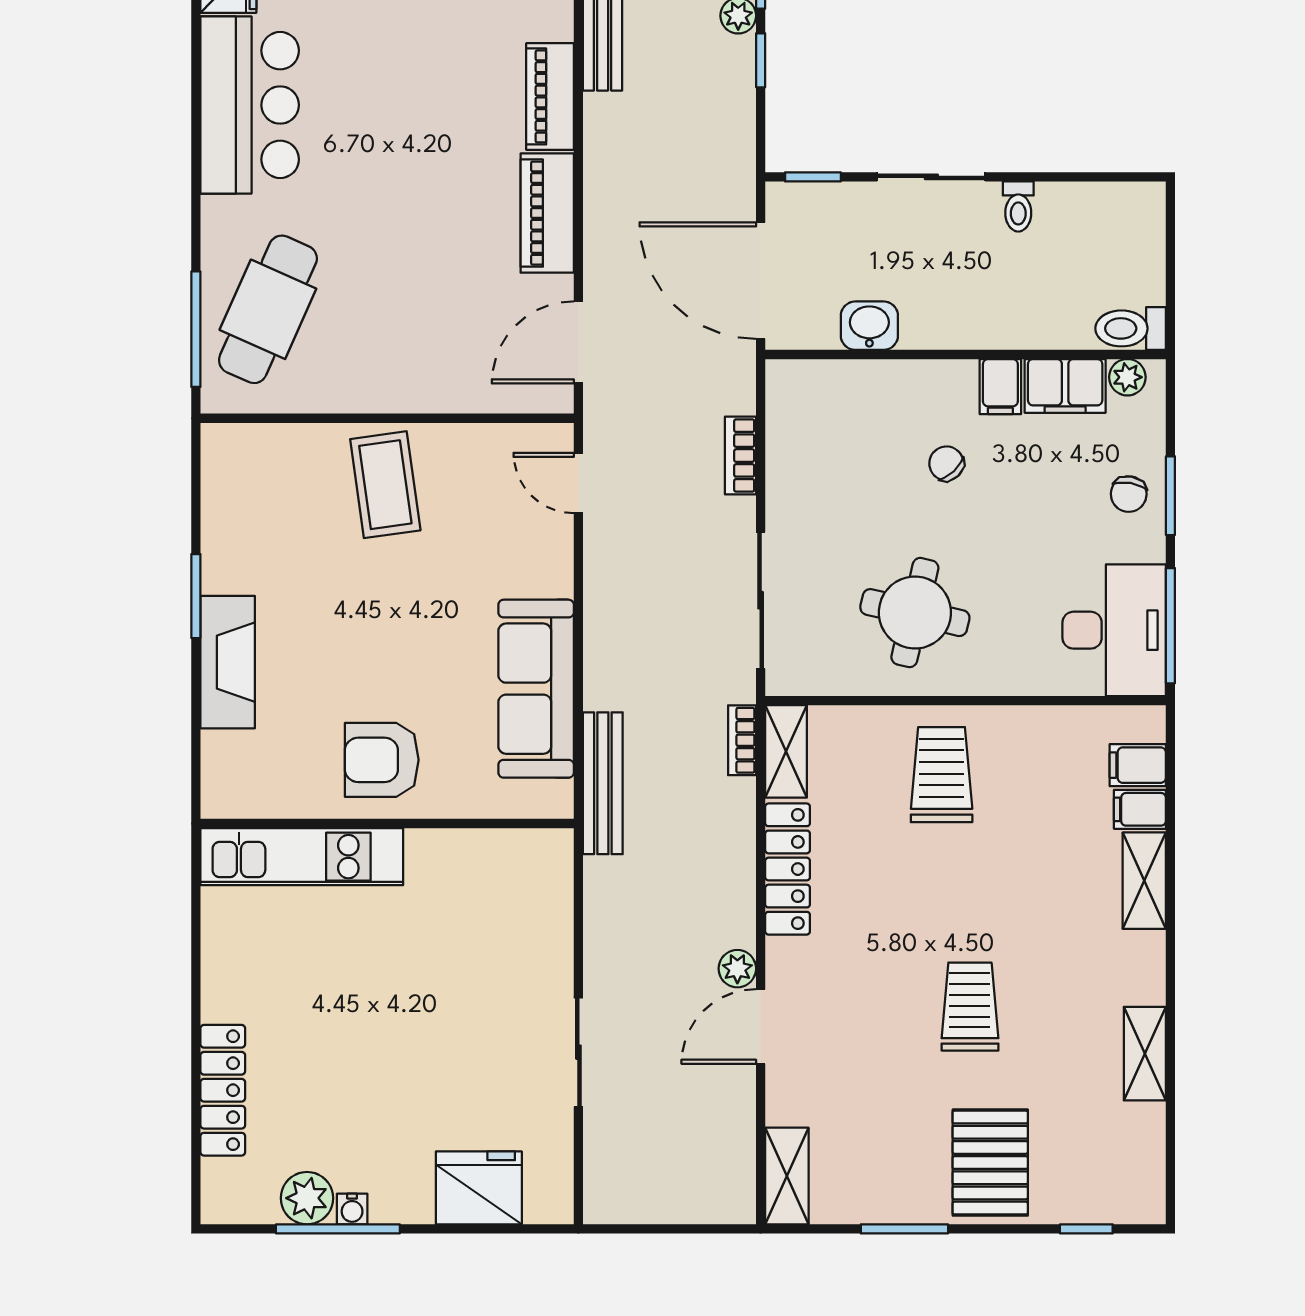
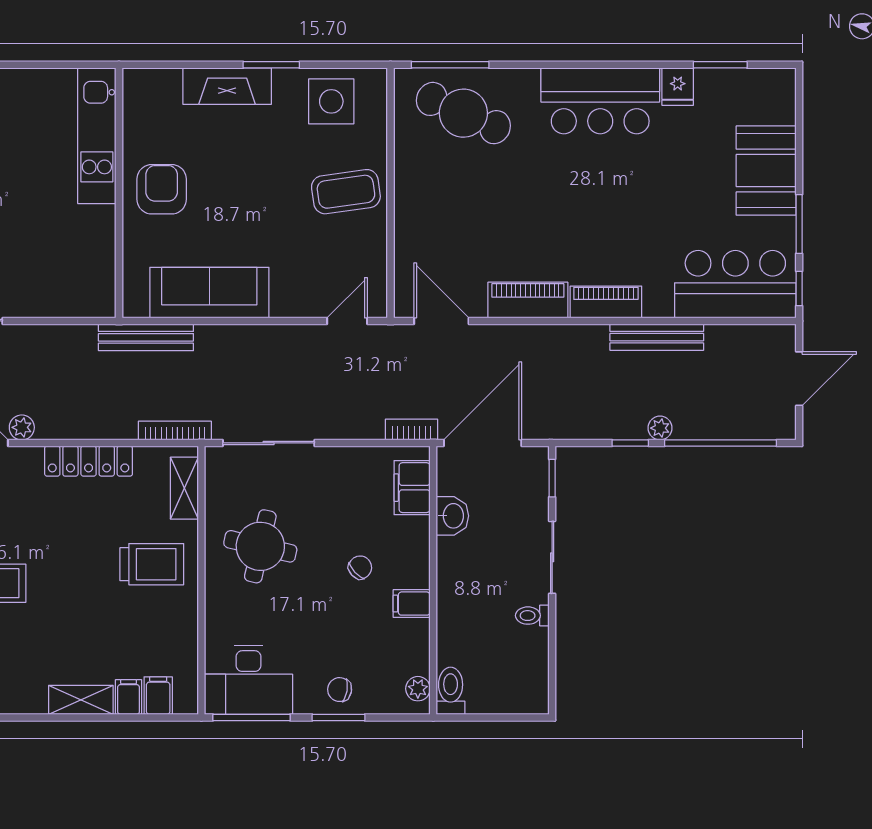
filing cabinet: (1065, 386) -> (412, 488), moved
bookcase: (740, 456) -> (412, 430), moved
side table: (251, 507) -> (331, 101), added
bookcase: (742, 740) -> (175, 431), width x1.56
shelving: (786, 751) -> (184, 488), moved, turned 90

